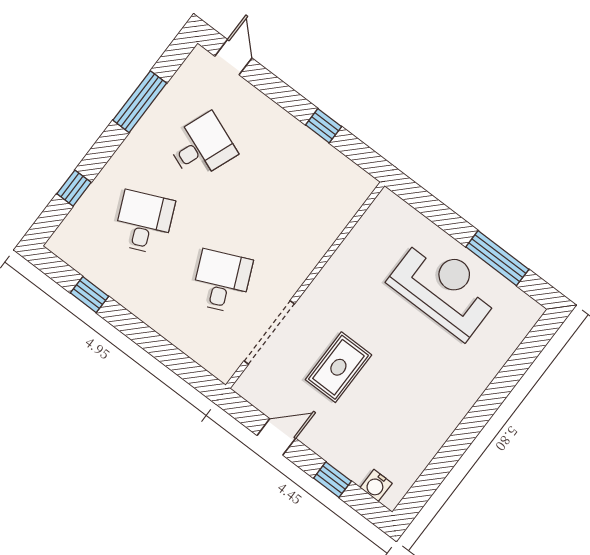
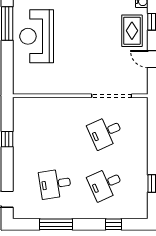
desk: (202, 147) -> (55, 184), turned -30
rug: (338, 367) -> (132, 31), moved, turned 90

